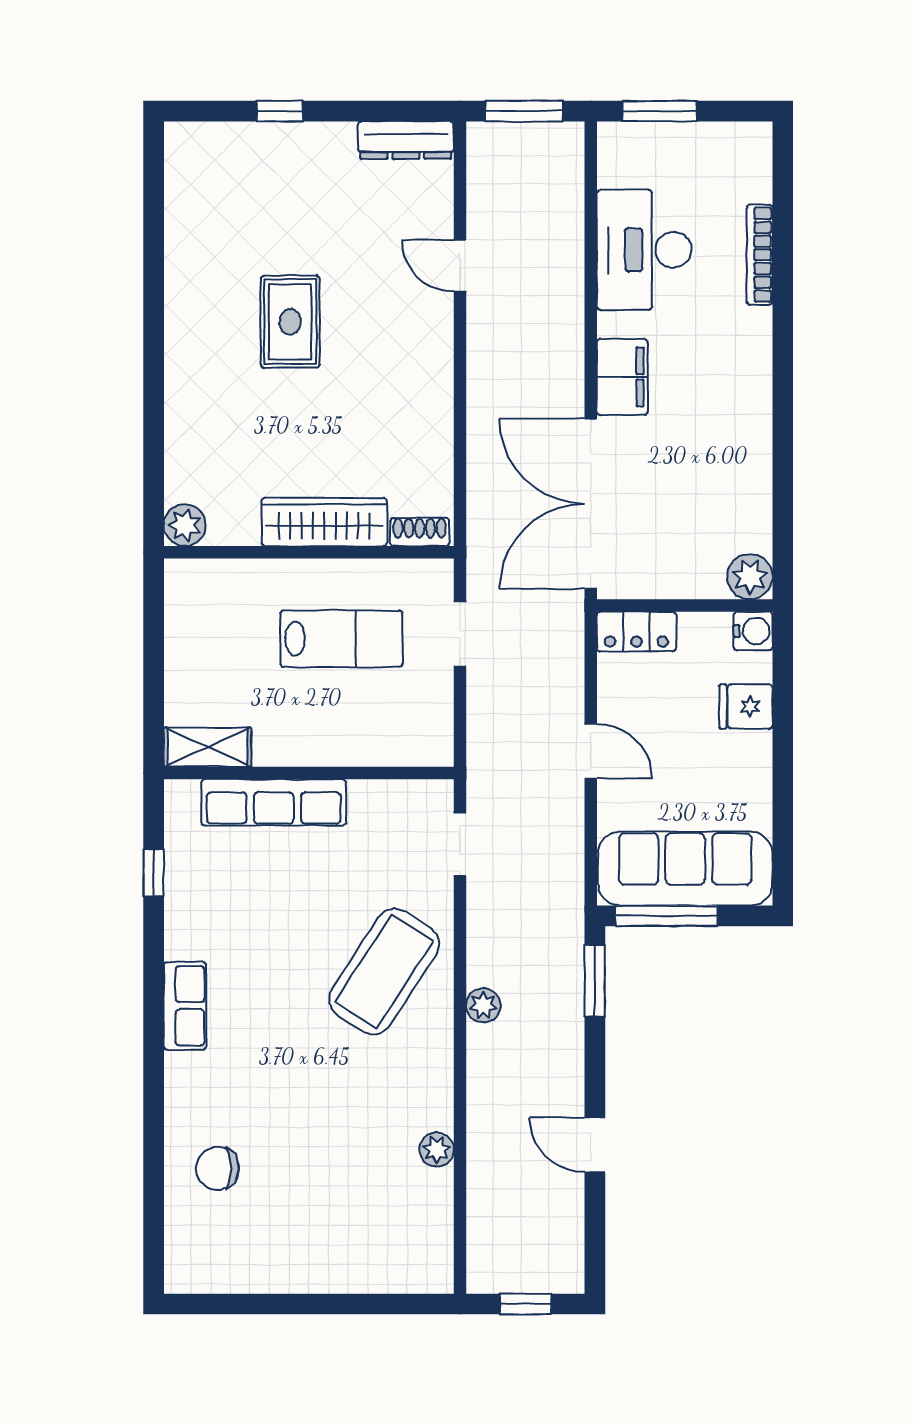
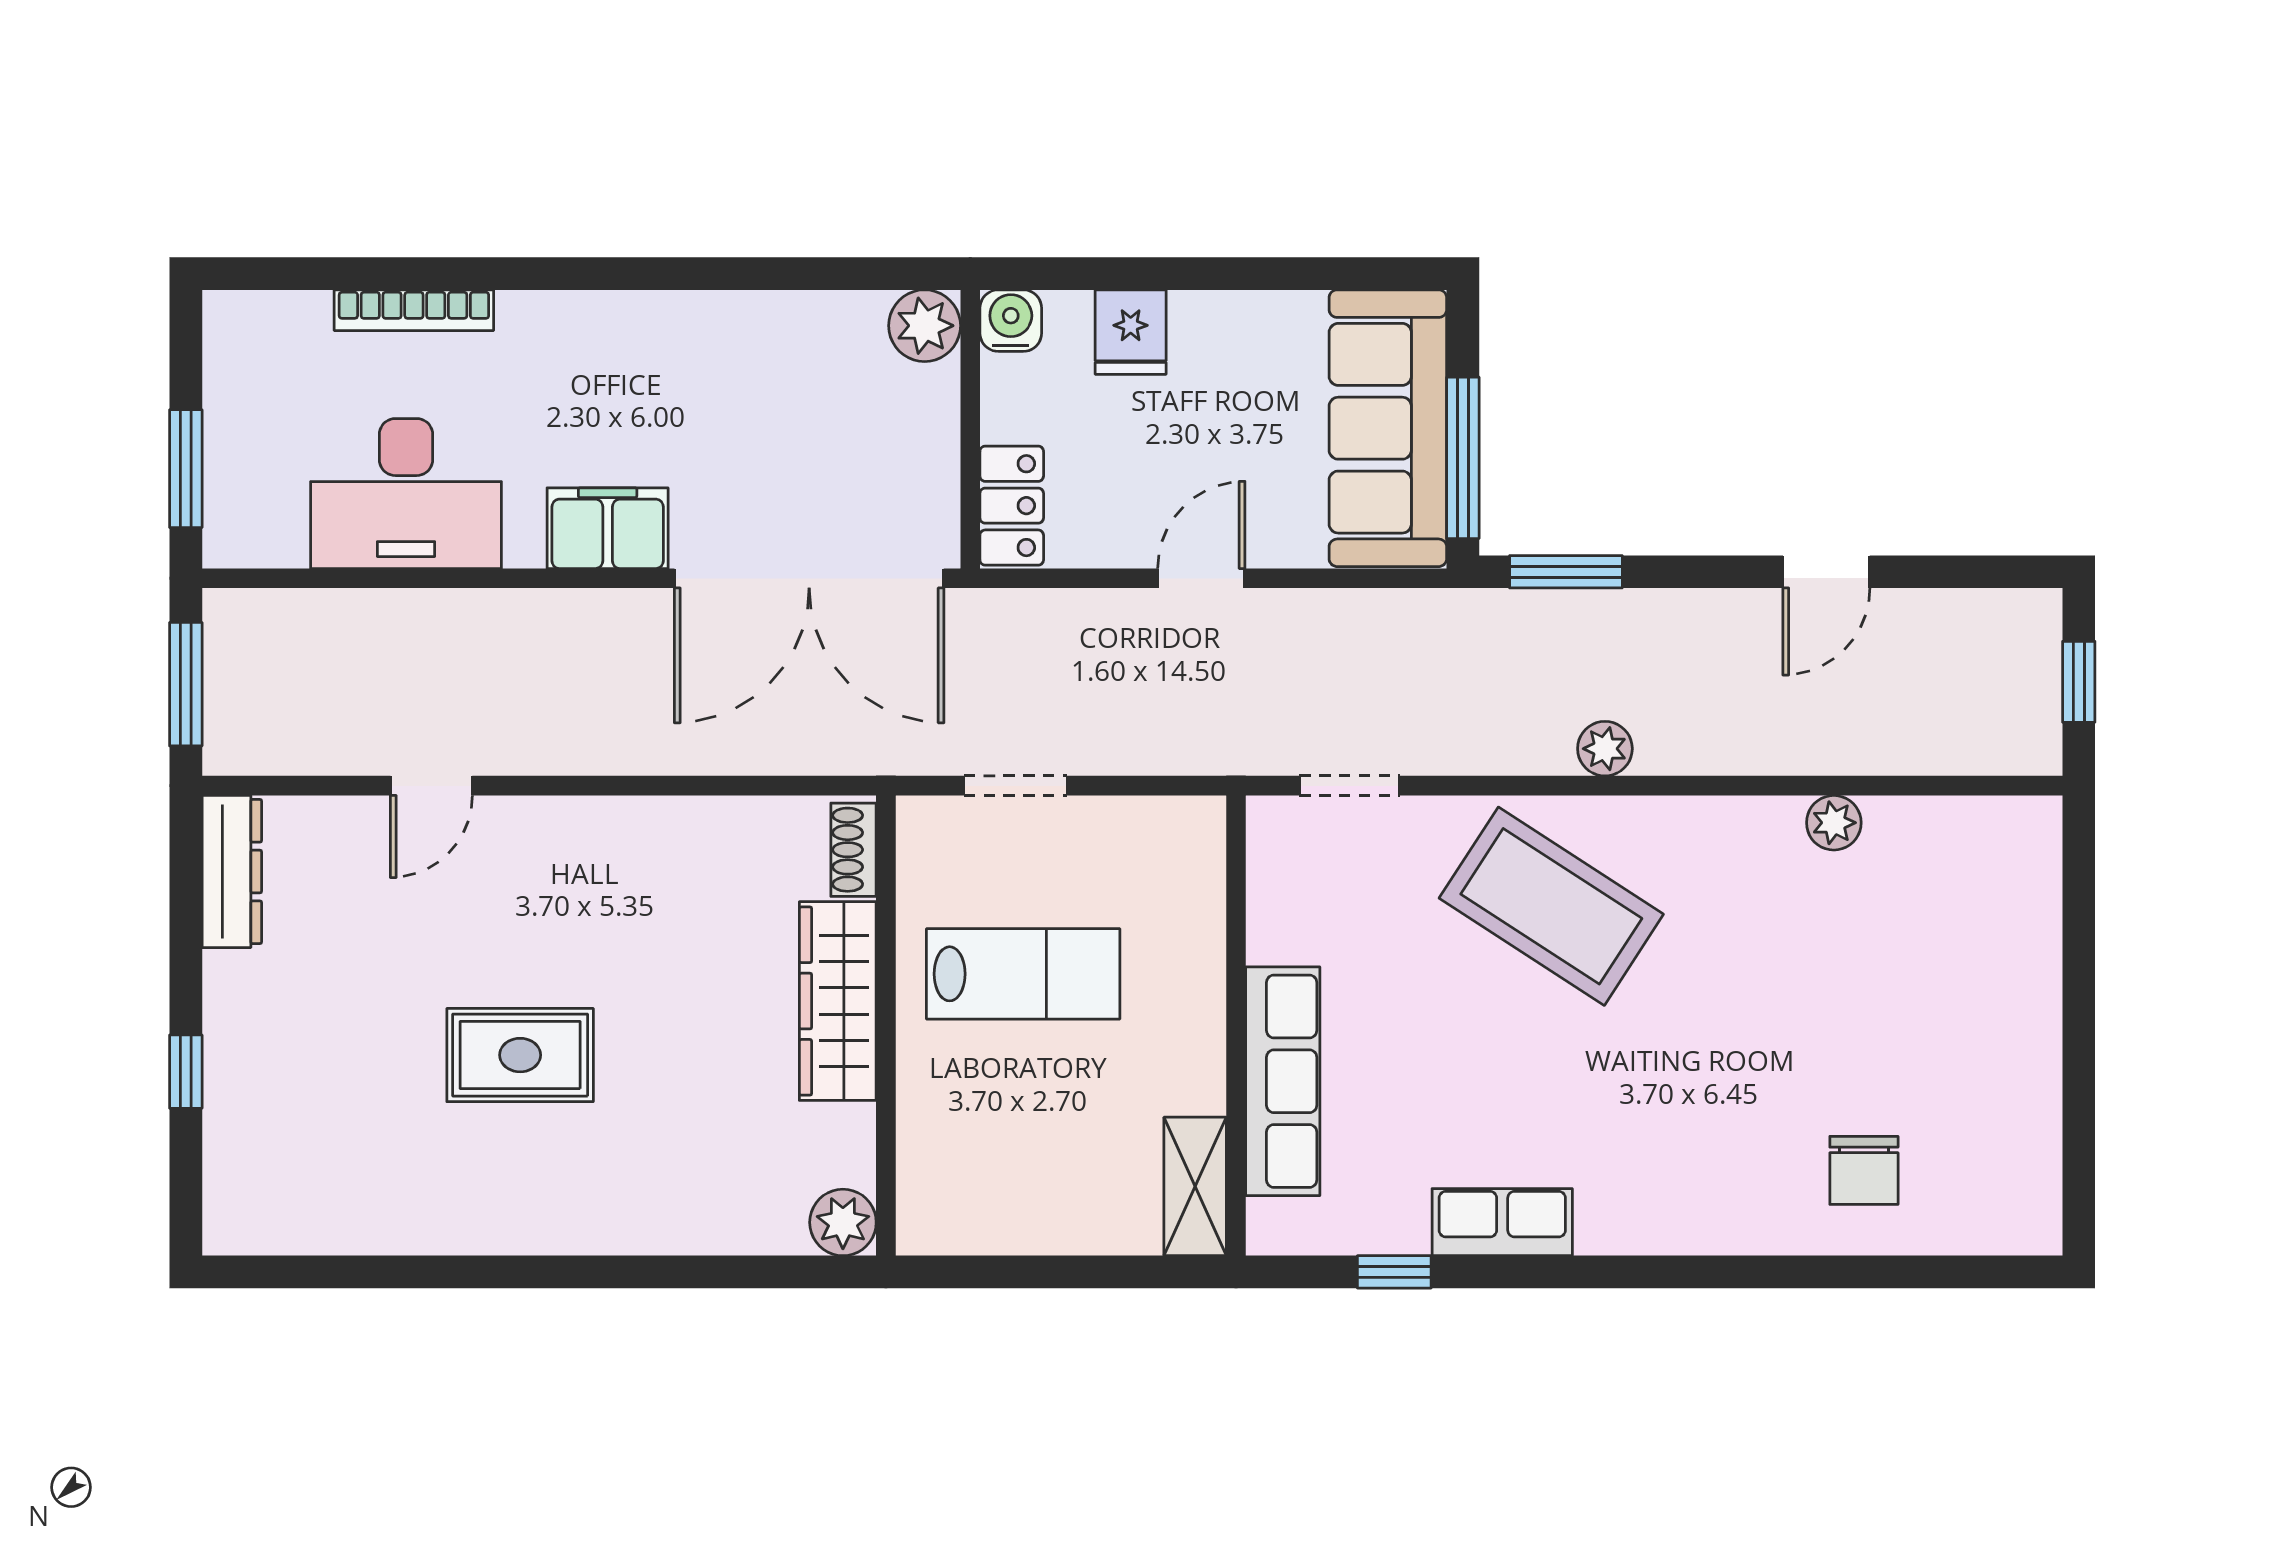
lab bench: (341, 639) -> (1023, 974), turned 90
row of seats: (185, 1006) -> (1502, 1222), moved

